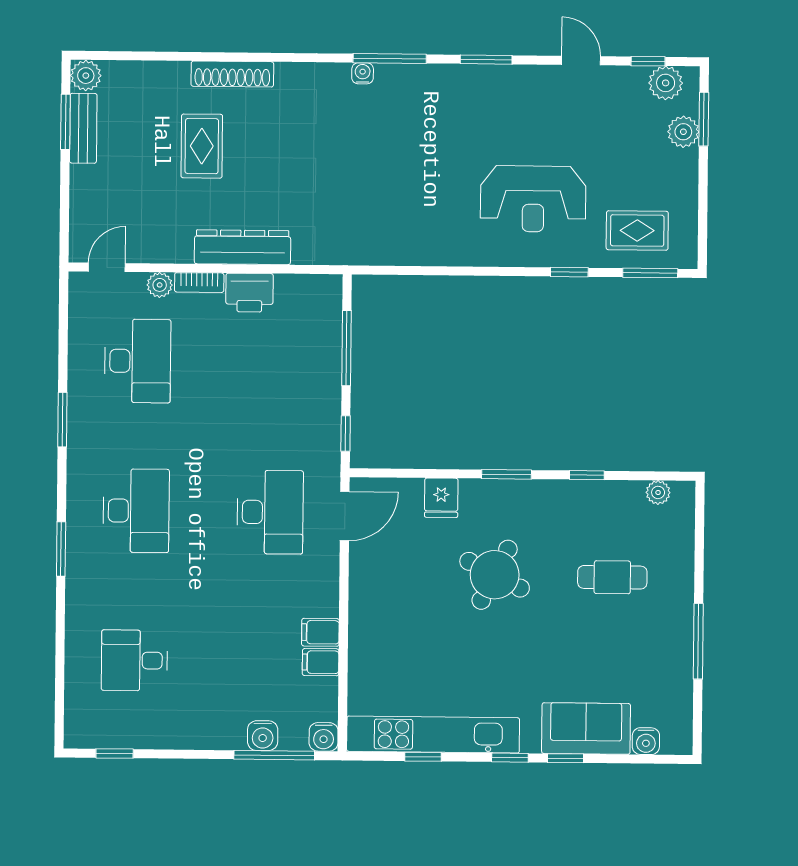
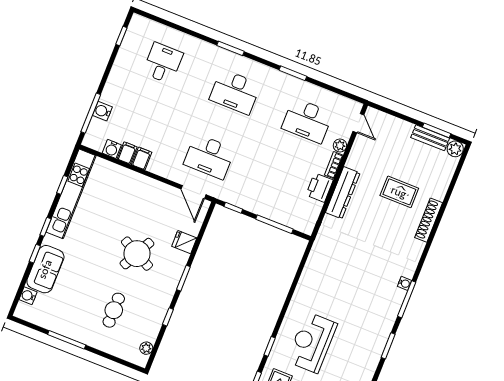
water cooler: (324, 737) -> (112, 149), moved, turned -90

